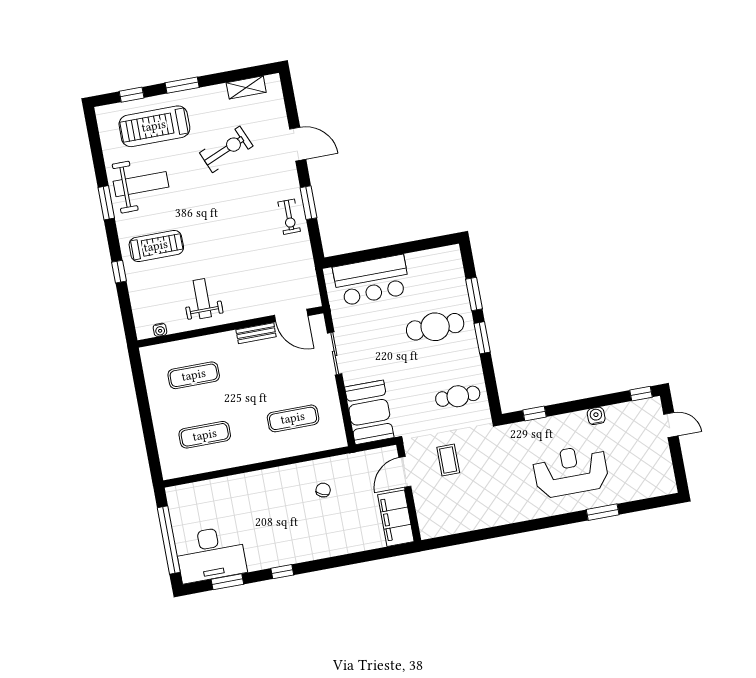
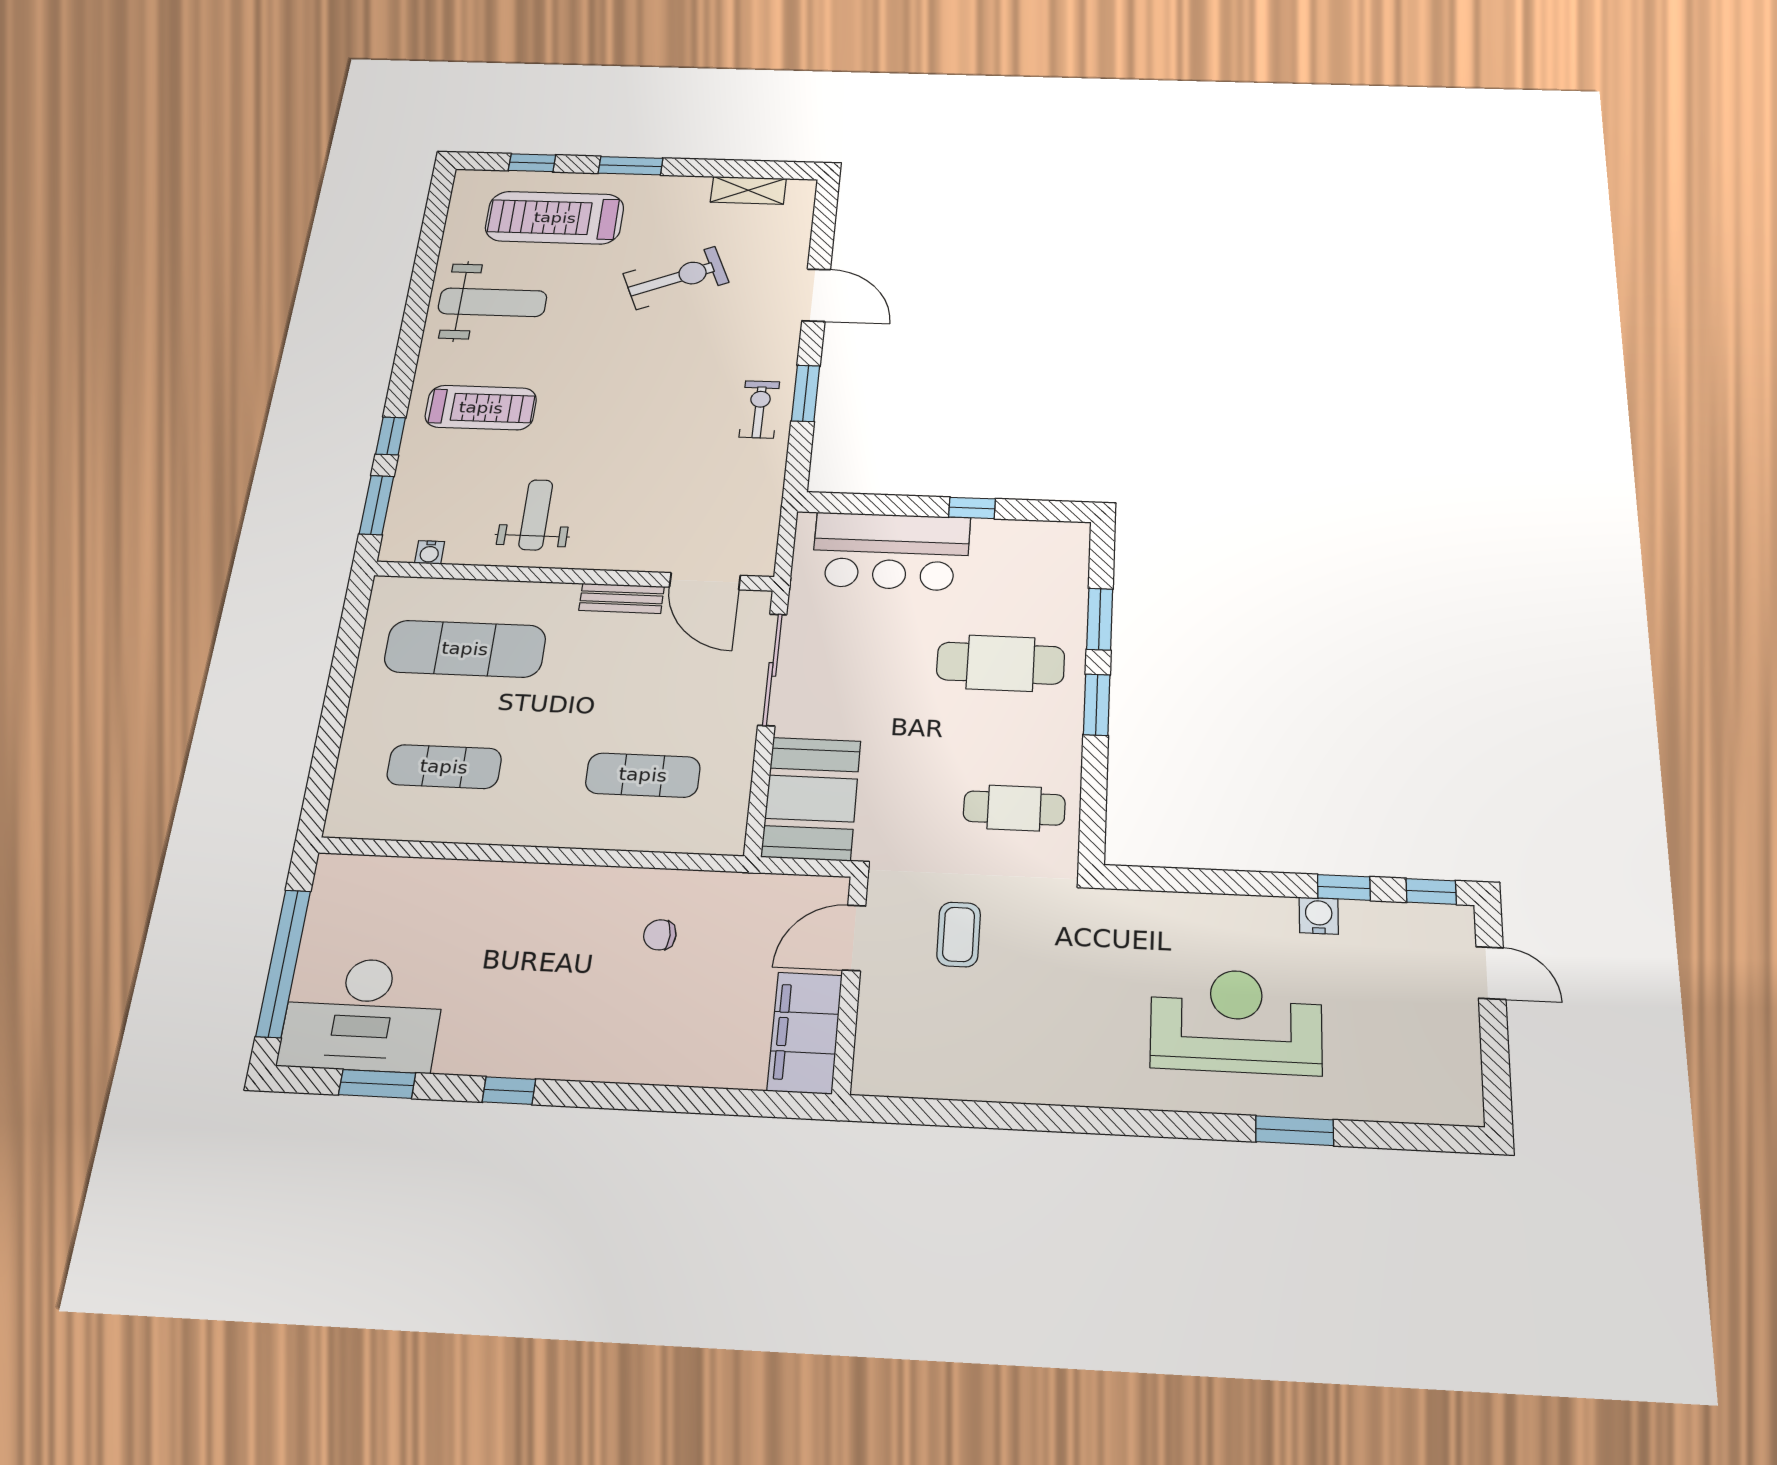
window: (106, 203) -> (377, 505), moved
exercise bike: (289, 217) -> (759, 409), turned 180
window: (403, 248) -> (972, 508), added
sliding door: (335, 353) -> (772, 669), width x1.37
exercise mat: (194, 375) -> (465, 649), width x1.36, depth x1.45
window: (534, 413) -> (1344, 887), moved
chair: (323, 490) -> (660, 935), turned -114

